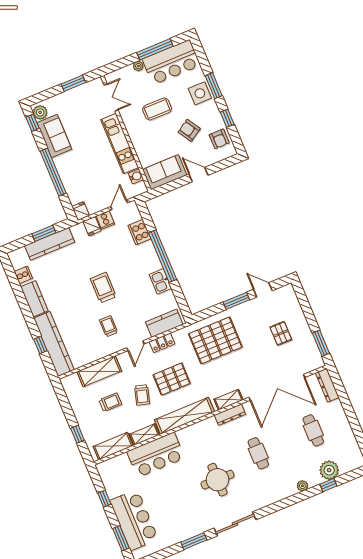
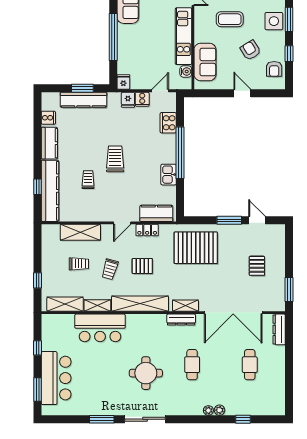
sofa: (165, 172) -> (205, 62), moved, turned 90
trolley: (108, 326) -> (88, 180), moved
pallet: (172, 379) -> (142, 266), width x0.67, depth x0.71
plant: (329, 470) -> (208, 410), moved, width x0.53, depth x0.53

